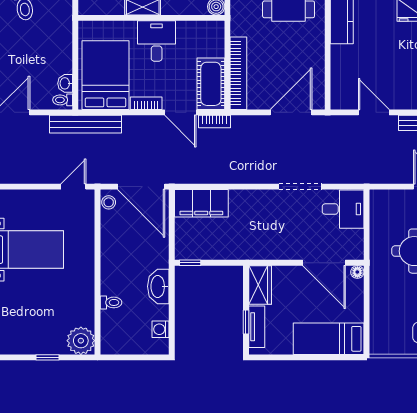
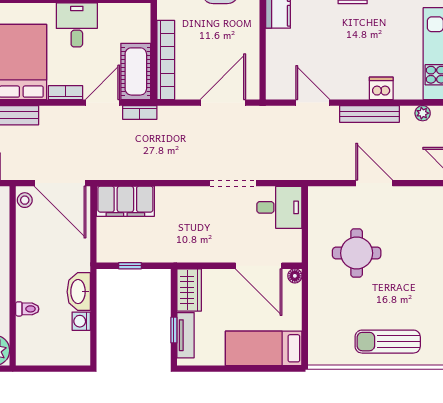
door: (180, 112) -> (103, 103), swing flipped
window: (190, 263) -> (130, 266), moved
washing machine: (161, 329) -> (81, 321), moved

